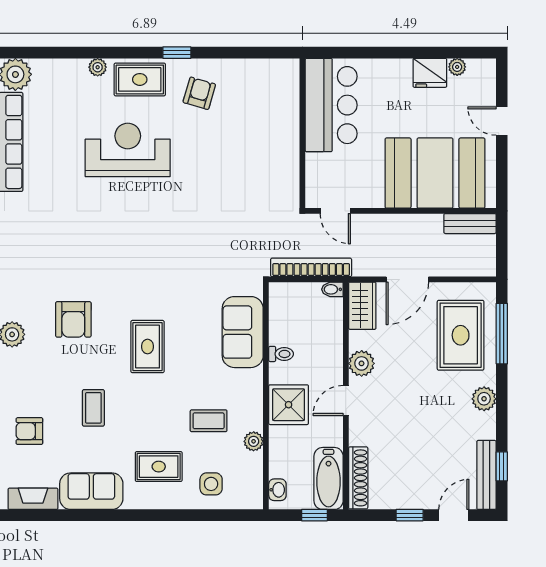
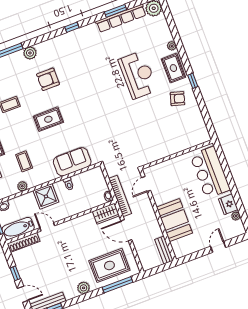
bar counter: (331, 105) -> (210, 172), moved, turned 90
booth: (435, 173) -> (174, 220), width x0.73, depth x0.70
bookcase: (311, 267) -> (120, 196), moved
plant: (362, 363) -> (78, 224), removed
door: (346, 400) -> (47, 227), moved

